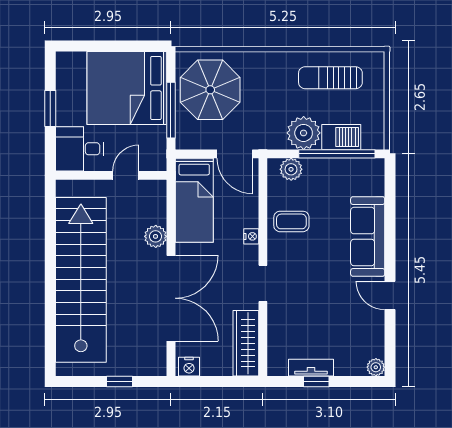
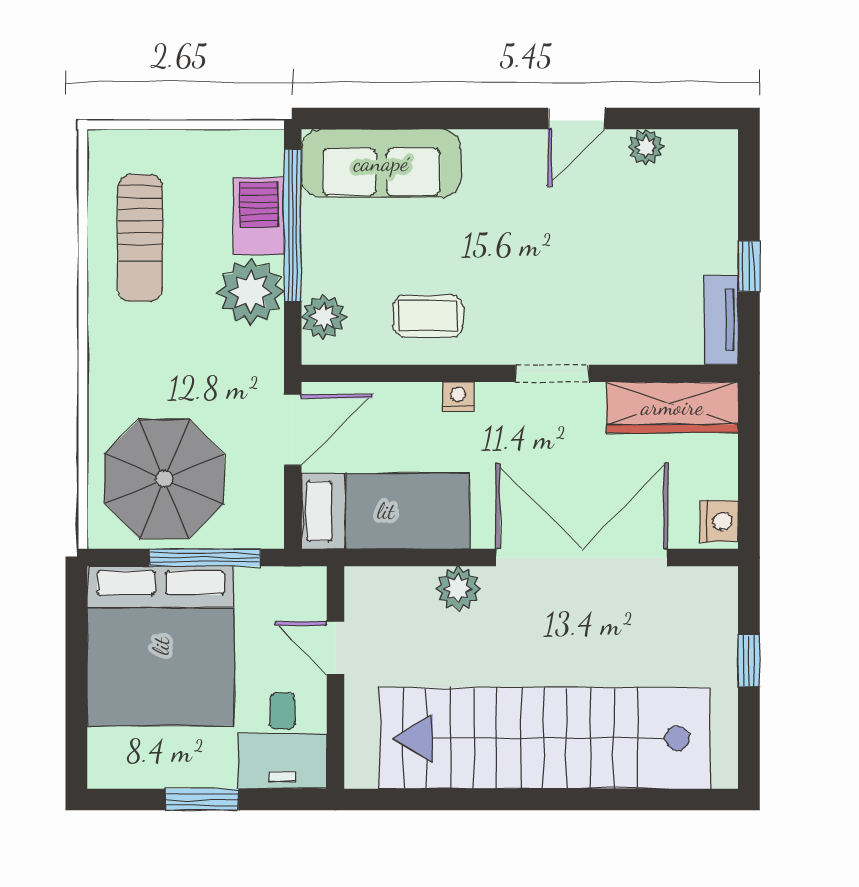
coffee table: (291, 221) -> (428, 316), turned 90
sofa: (368, 237) -> (381, 163), moved
plant: (376, 367) -> (646, 147), moved
tv unit: (311, 368) -> (721, 320), moved

